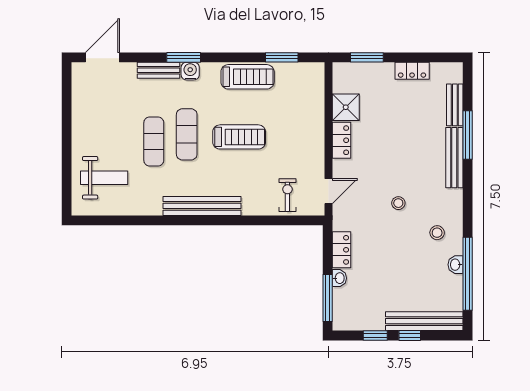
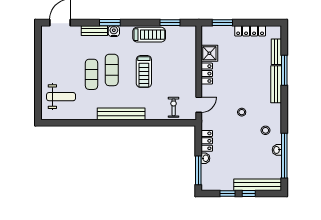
locker: (412, 71) -> (250, 31), width x1.53
treadmill: (239, 137) -> (144, 72), turned 90

